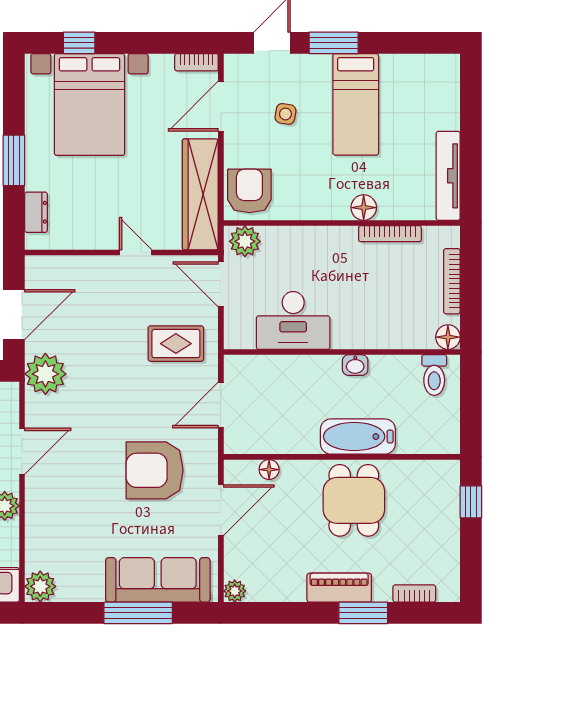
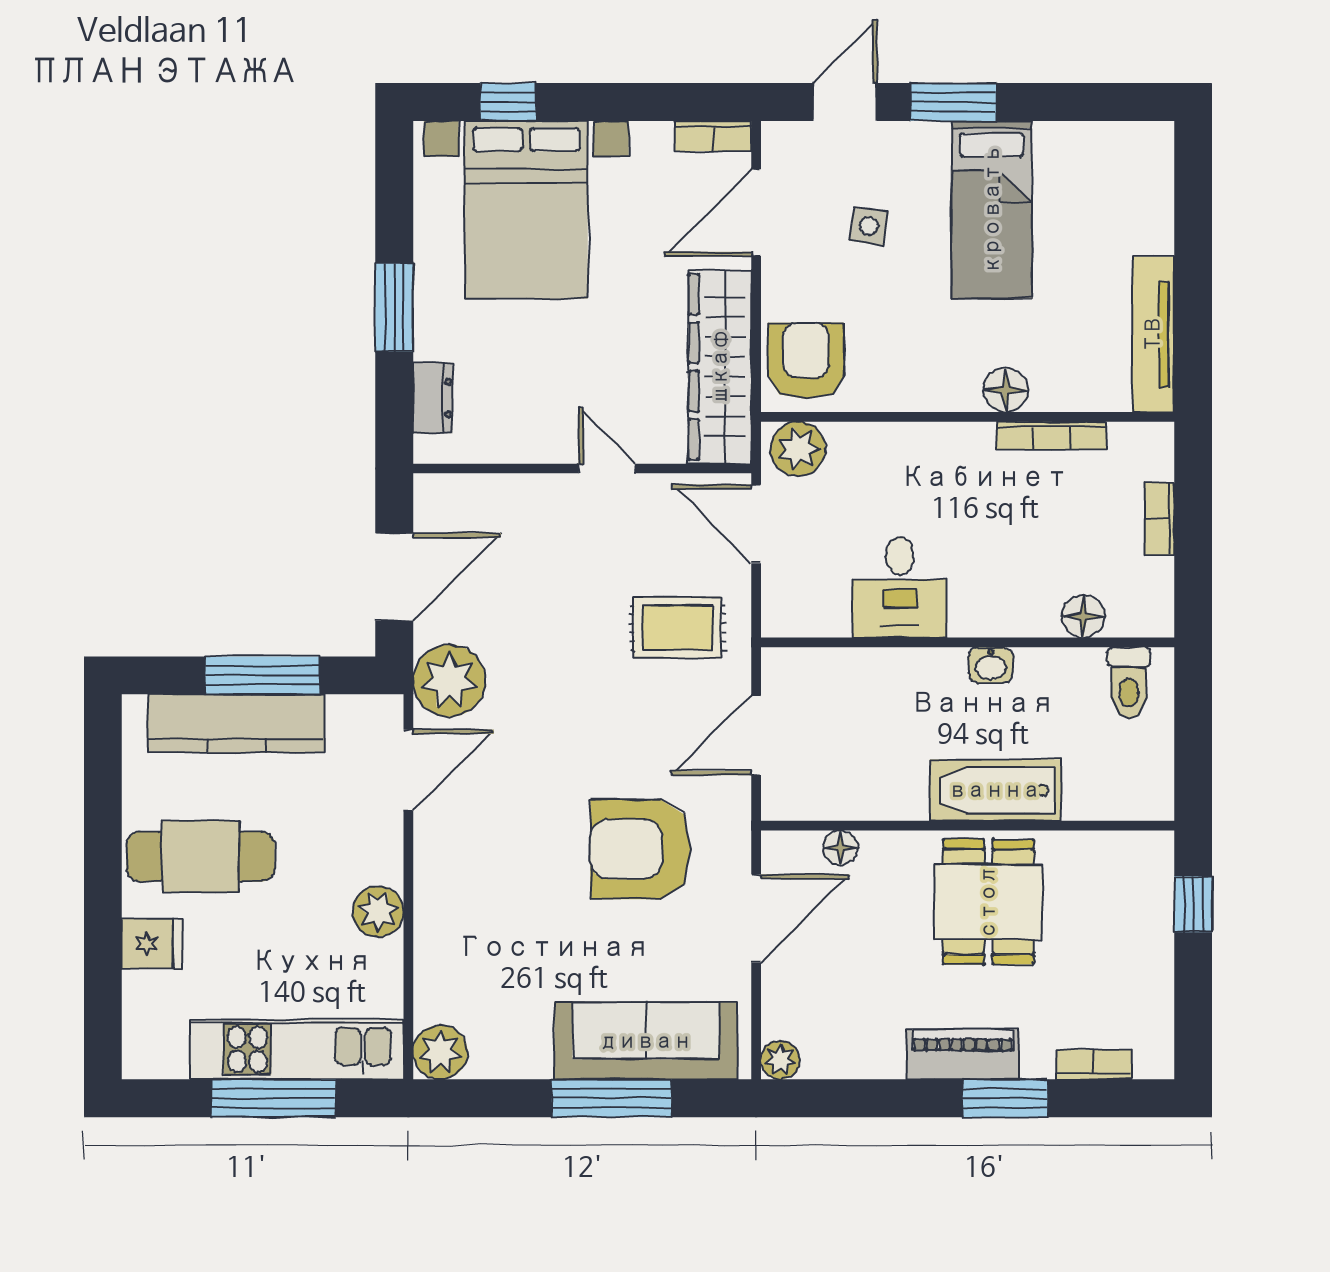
bookcase: (452, 281) -> (1160, 519), width x0.64
desk: (293, 320) -> (900, 587), width x0.73
floor lamp: (448, 337) -> (1083, 616), moved
door: (22, 451) -> (408, 770), moved

